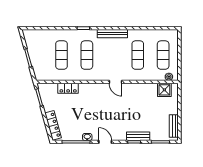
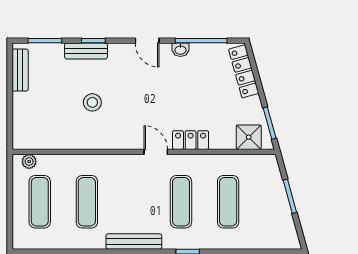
door: (115, 82) -> (156, 152), moved
locker: (68, 88) -> (191, 140), moved
shower: (164, 90) -> (249, 137), moved
stool: (135, 109) -> (92, 102), added

